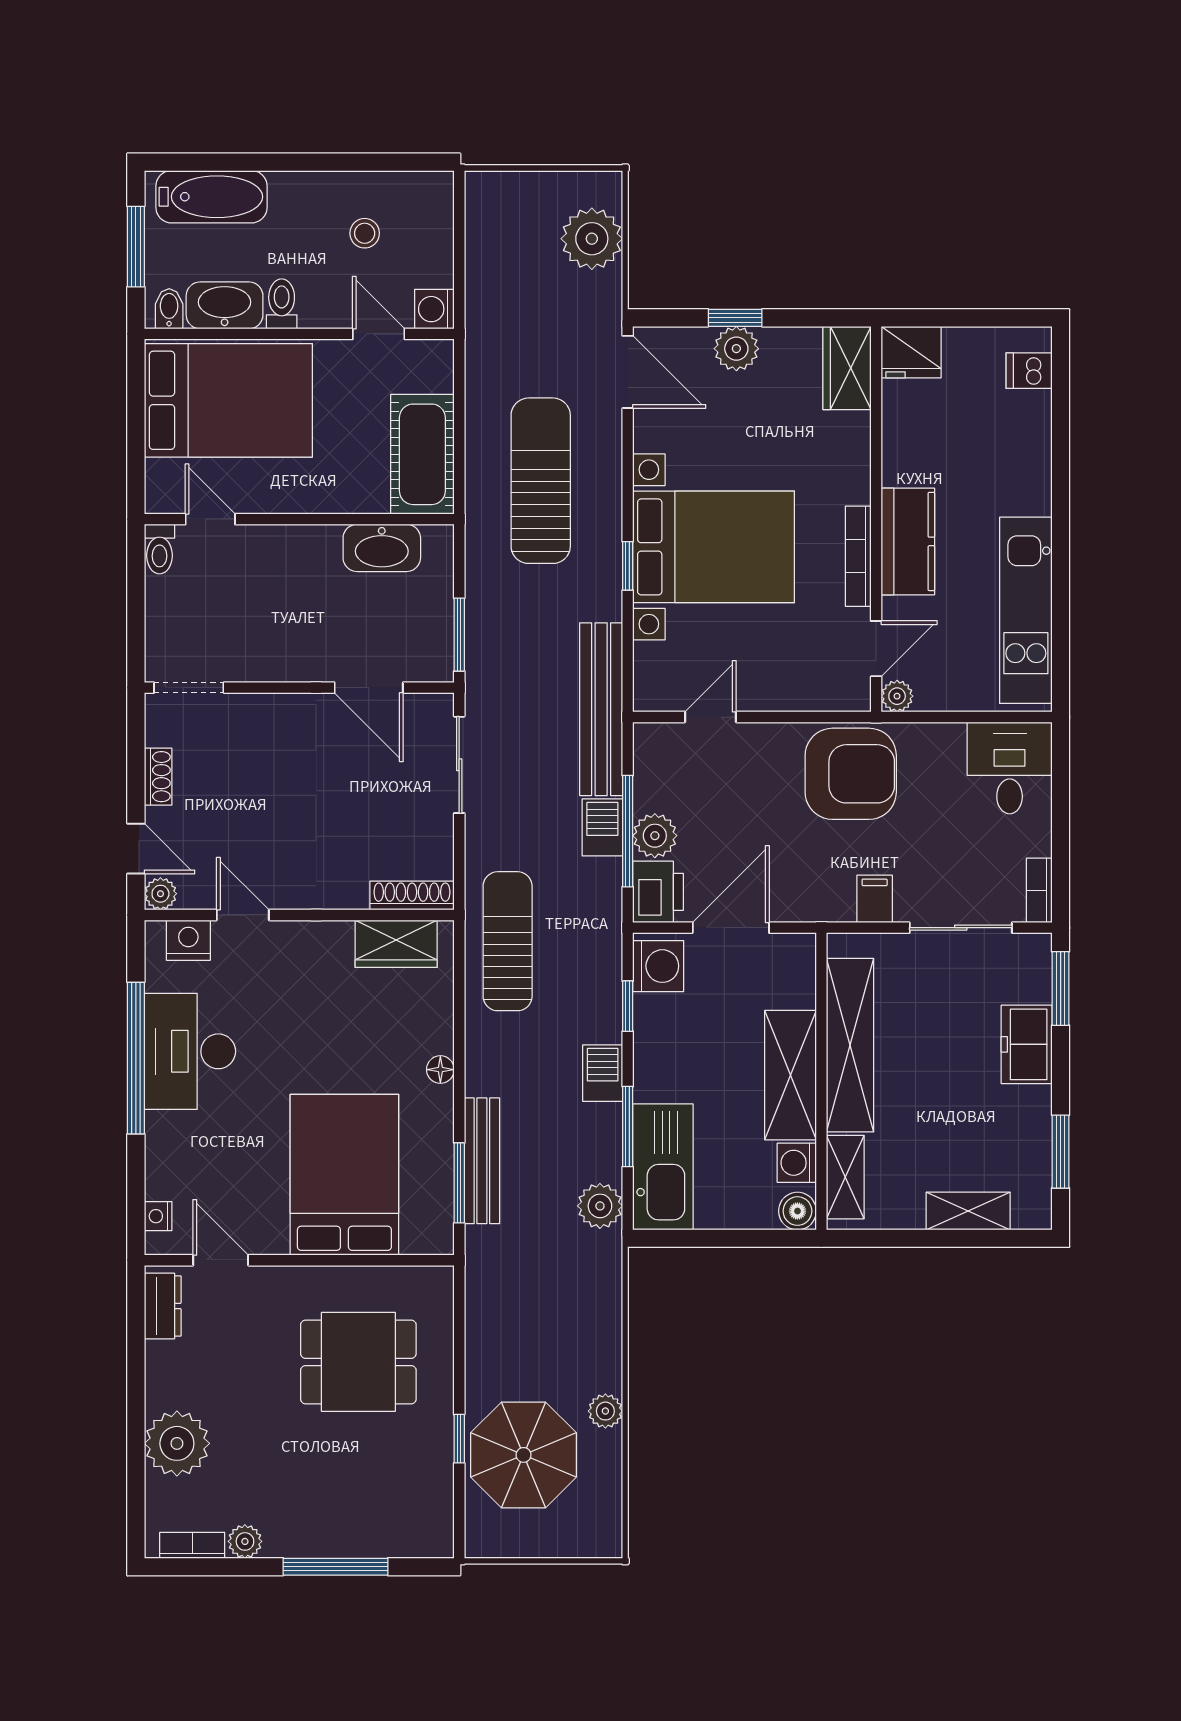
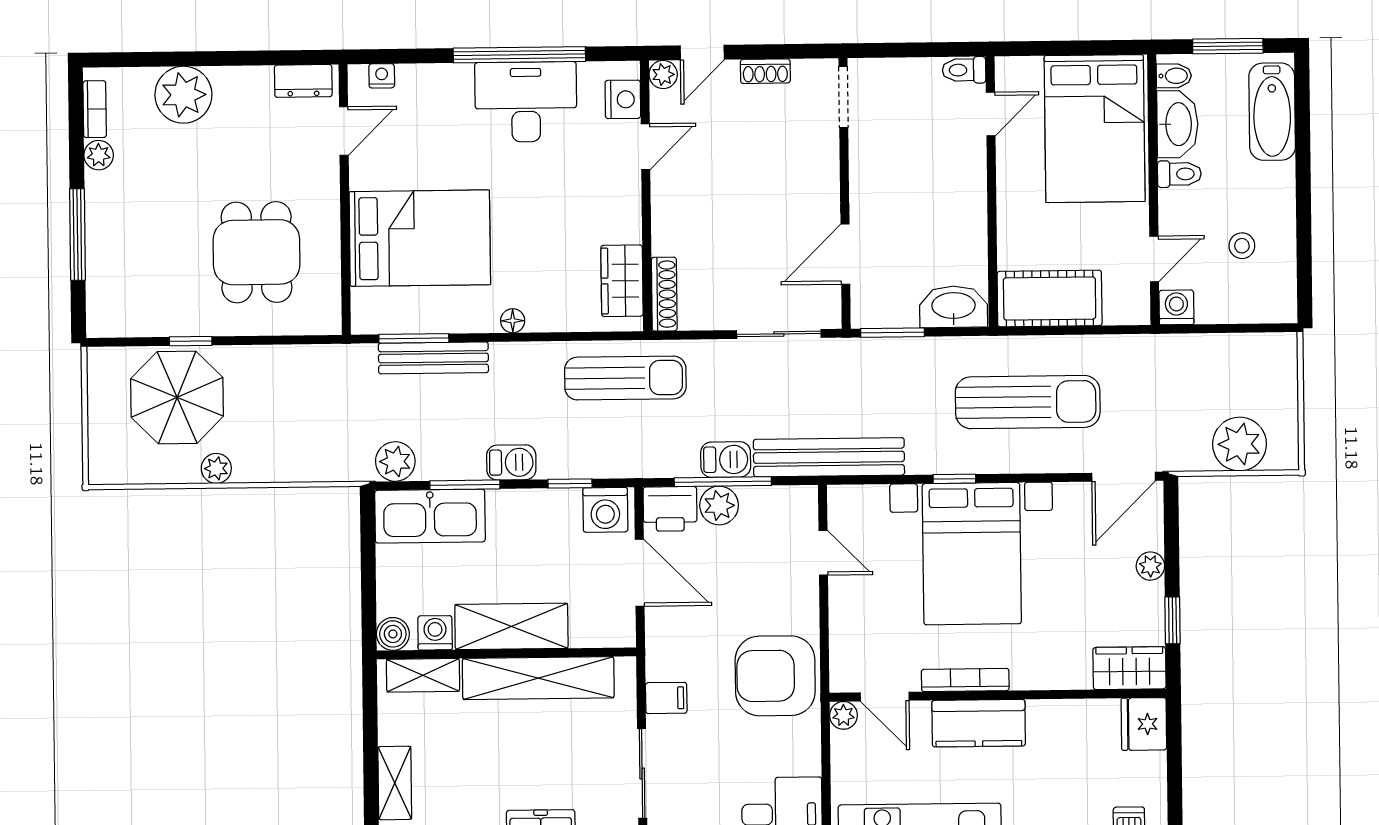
window: (735, 318) -> (1173, 620), moved
plant: (736, 349) -> (1150, 566), width x0.73, depth x0.73
washbasin: (382, 548) -> (953, 307), moved, turned 90
armchair: (851, 774) -> (775, 676), turned 90

